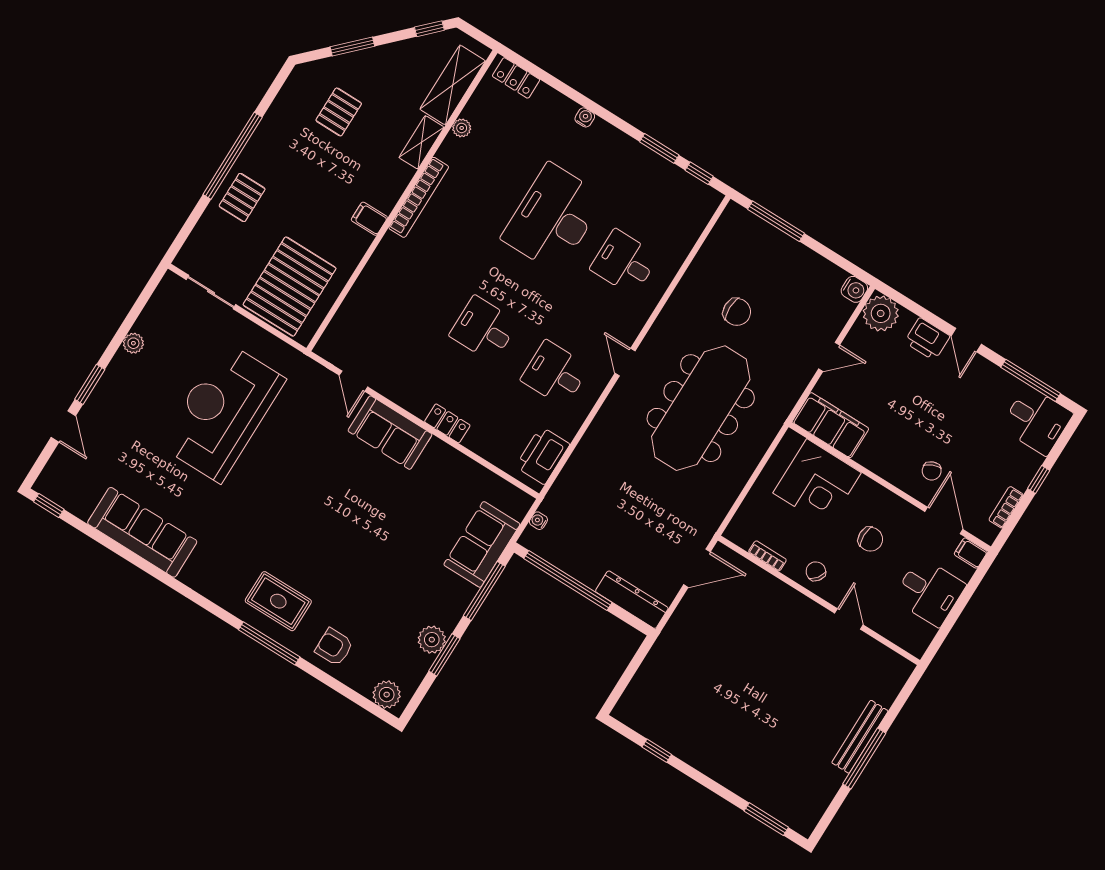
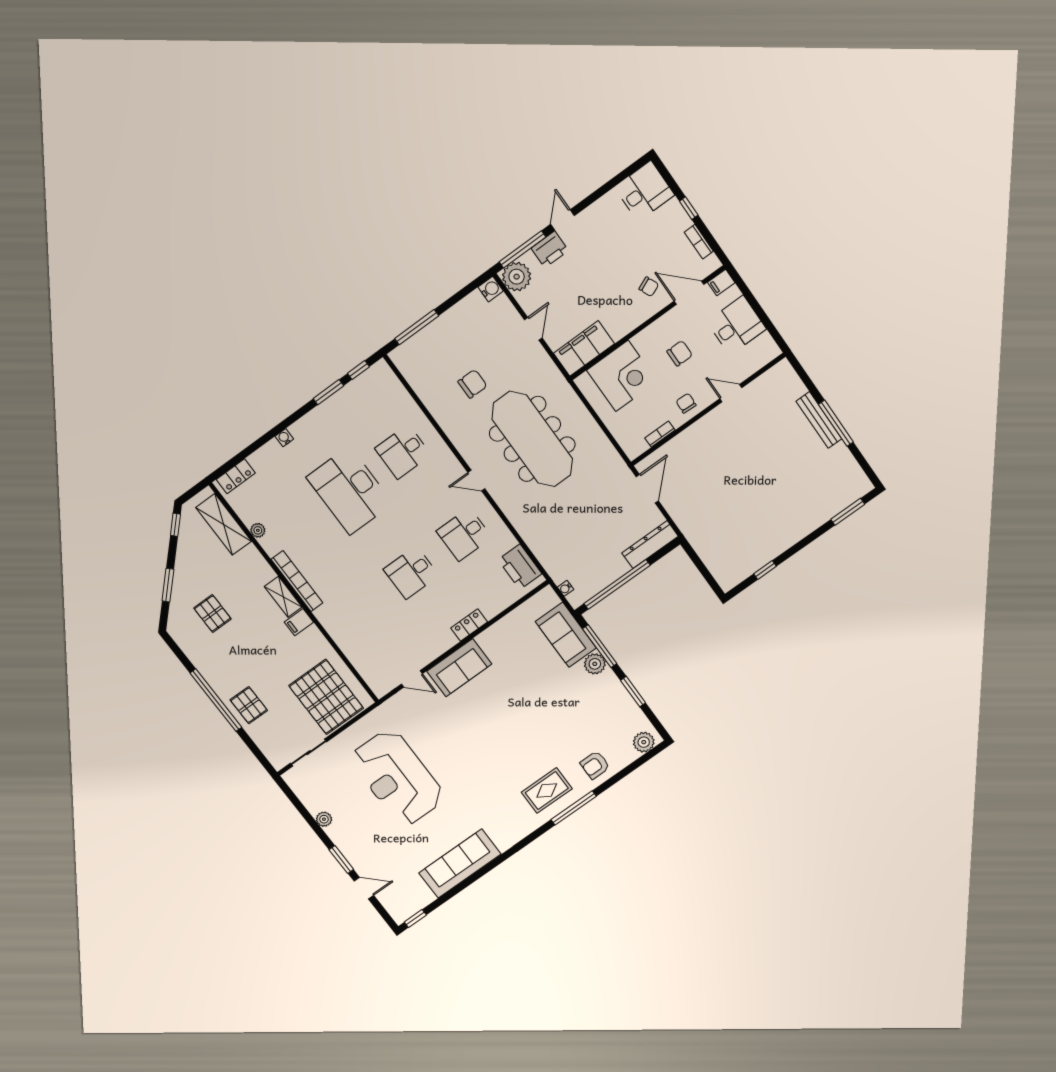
shelving: (422, 142) -> (283, 597), moved
door: (966, 340) -> (563, 220), swing flipped
window: (1031, 380) -> (522, 249), moved
chair: (816, 571) -> (686, 403), turned 57
plant: (432, 640) -> (595, 664), moved

